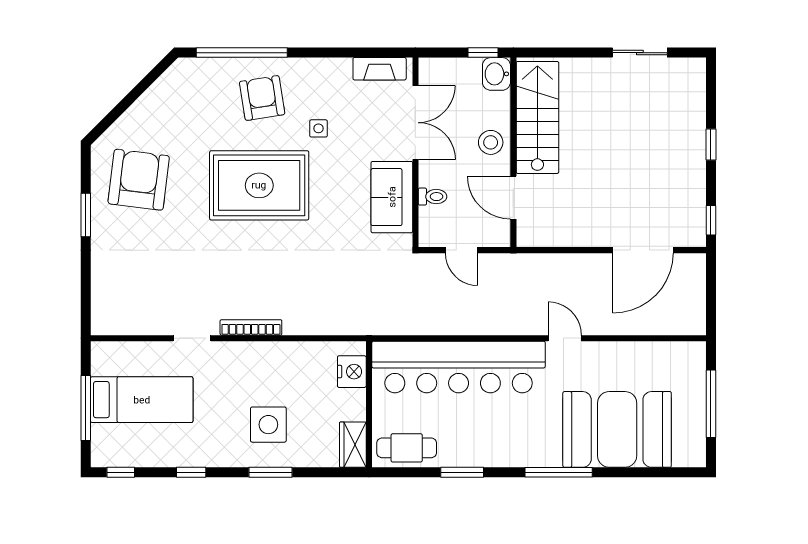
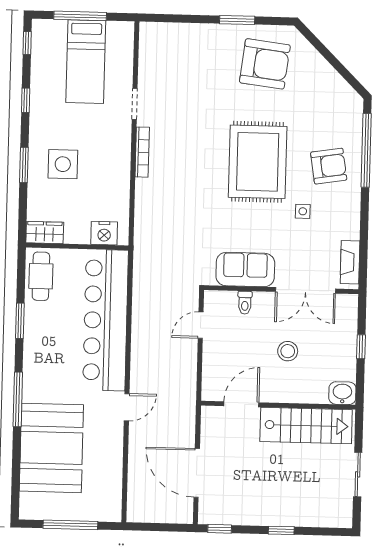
washbasin: (496, 74) -> (342, 393), moved
stairs: (537, 117) -> (306, 426), moved
wall: (513, 152) -> (278, 405), moved
door: (513, 198) -> (241, 404), moved

